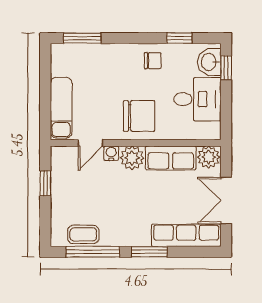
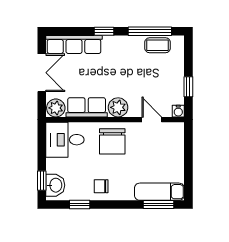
desk: (197, 99) -> (65, 140), moved
exam couch: (61, 108) -> (159, 192), moved, turned 90
chair: (139, 116) -> (112, 141), turned -90
door: (90, 143) -> (152, 120), hinge flipped
water cooler: (111, 153) -> (178, 111), moved
window: (149, 252) -> (104, 31), width x0.67

